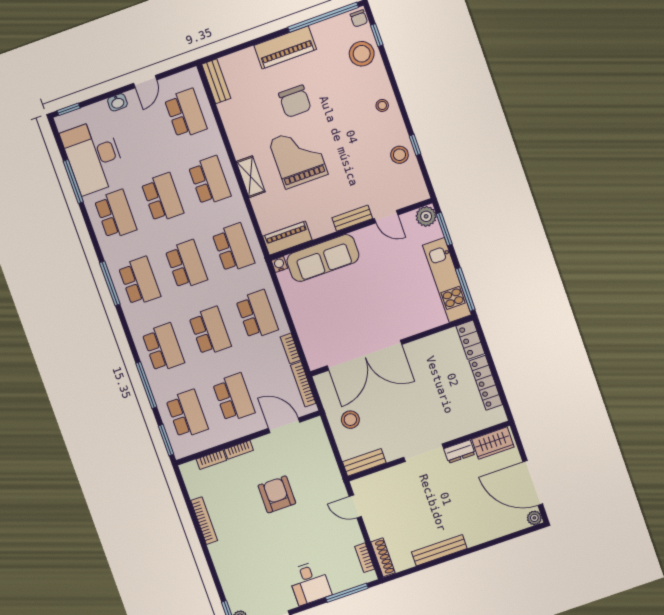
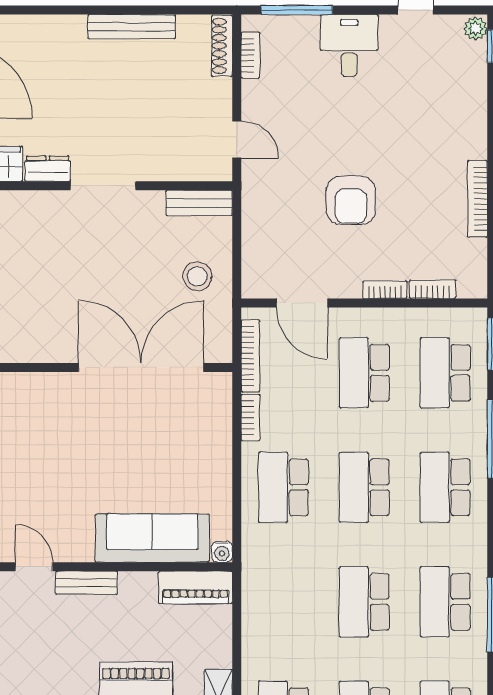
school desk: (233, 248) -> (283, 602), removed

